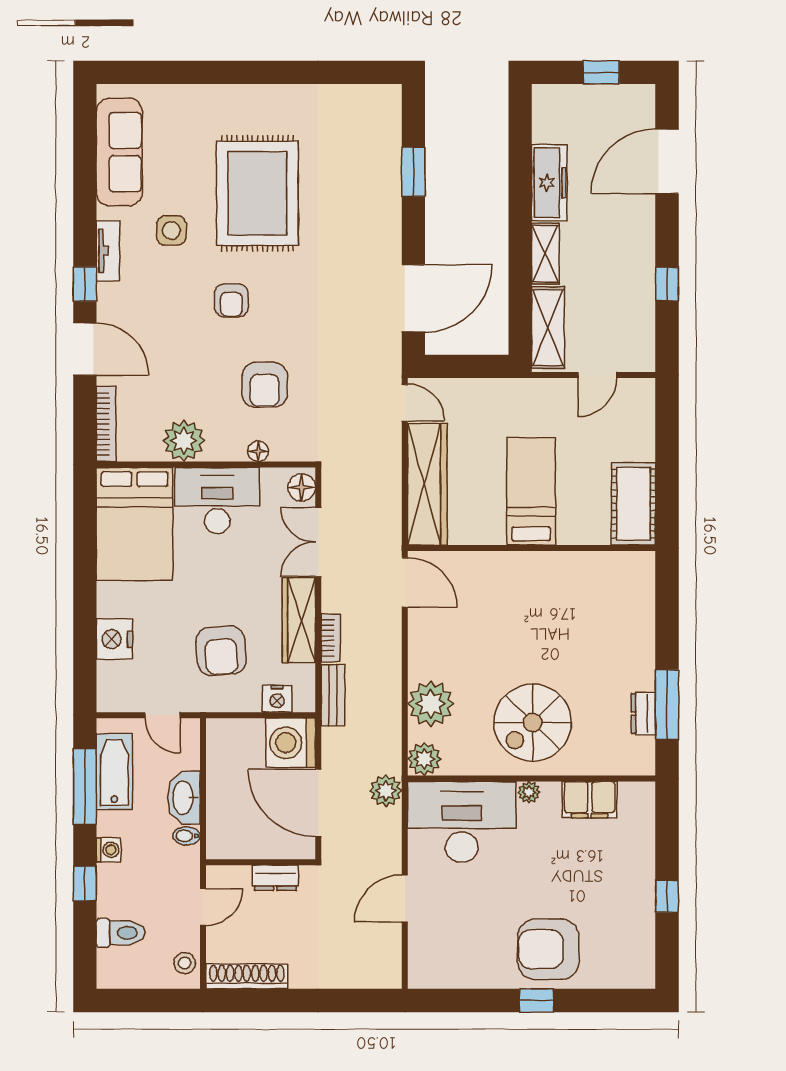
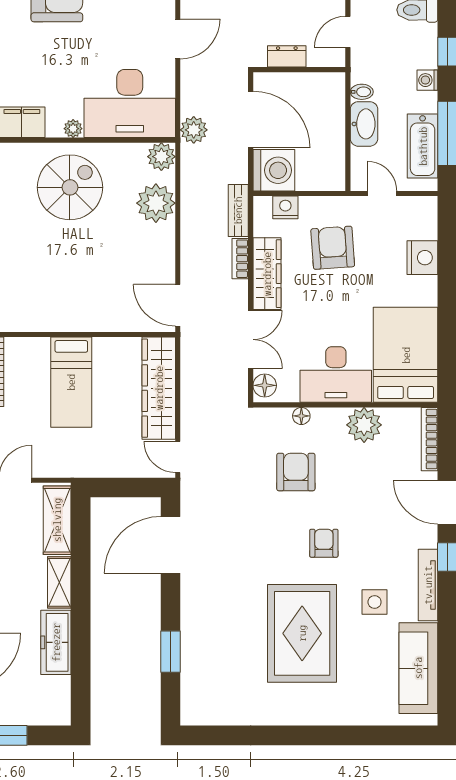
tv unit: (108, 251) -> (428, 585), width x1.41

